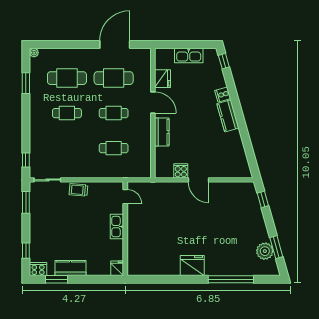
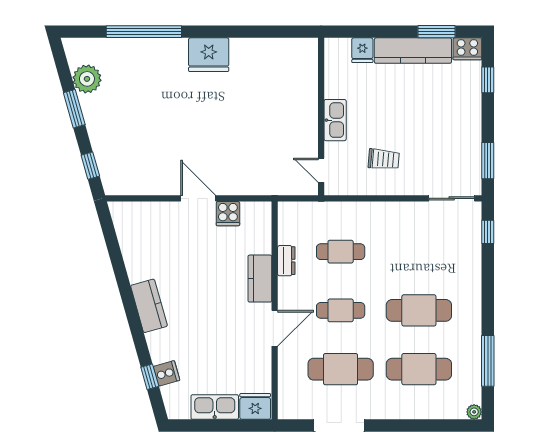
window: (224, 61) -> (150, 377), moved
fridge: (162, 79) -> (255, 406), moved, turned 90
window: (26, 83) -> (488, 361), width x1.44
cooker: (223, 95) -> (166, 373), moved
door: (153, 102) -> (275, 328), swing flipped
cafe table: (67, 113) -> (419, 310), width x1.37, depth x1.35
dresser: (146, 143) -> (286, 261), added
trolley: (79, 190) -> (384, 159), moved
window: (276, 247) -> (74, 109), moved
kitchen counter: (70, 268) -> (413, 51), width x1.50
fridge: (117, 268) -> (362, 50), moved

